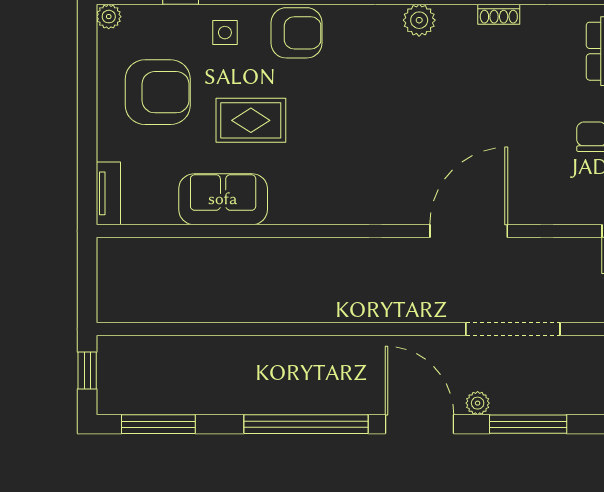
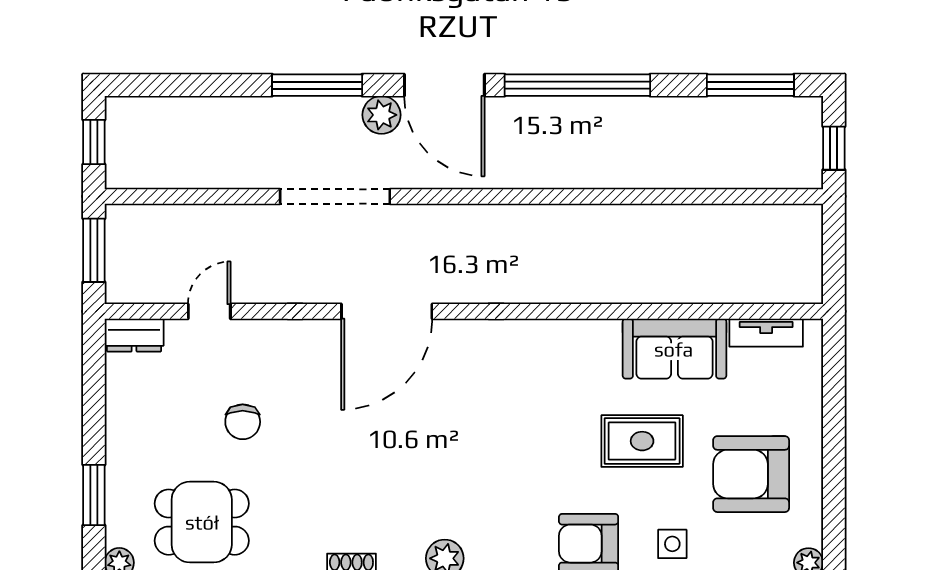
tv unit: (108, 193) -> (766, 333), moved, turned -90
plant: (478, 403) -> (382, 115), width x1.38, depth x1.38

